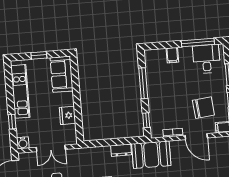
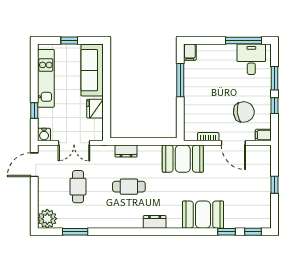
filing cabinet: (172, 55) -> (190, 52), moved
sofa: (62, 74) -> (92, 70), width x1.36
window: (146, 120) -> (180, 121), removed
dresser: (121, 150) -> (126, 151), moved

